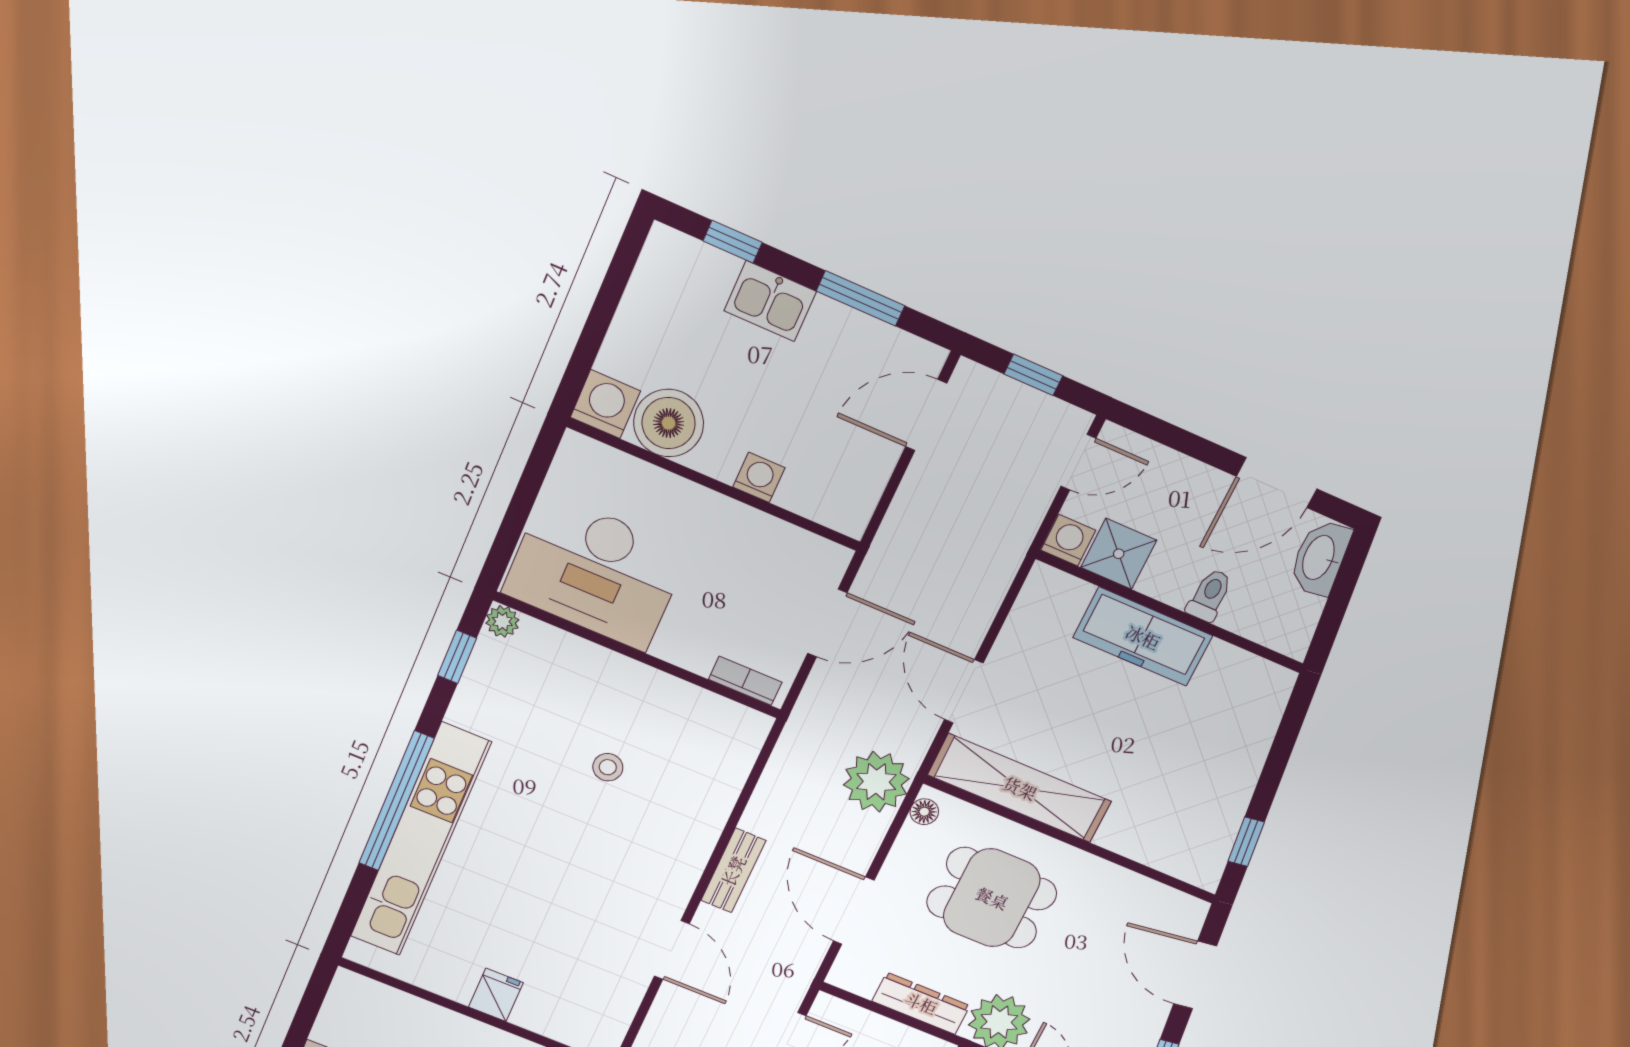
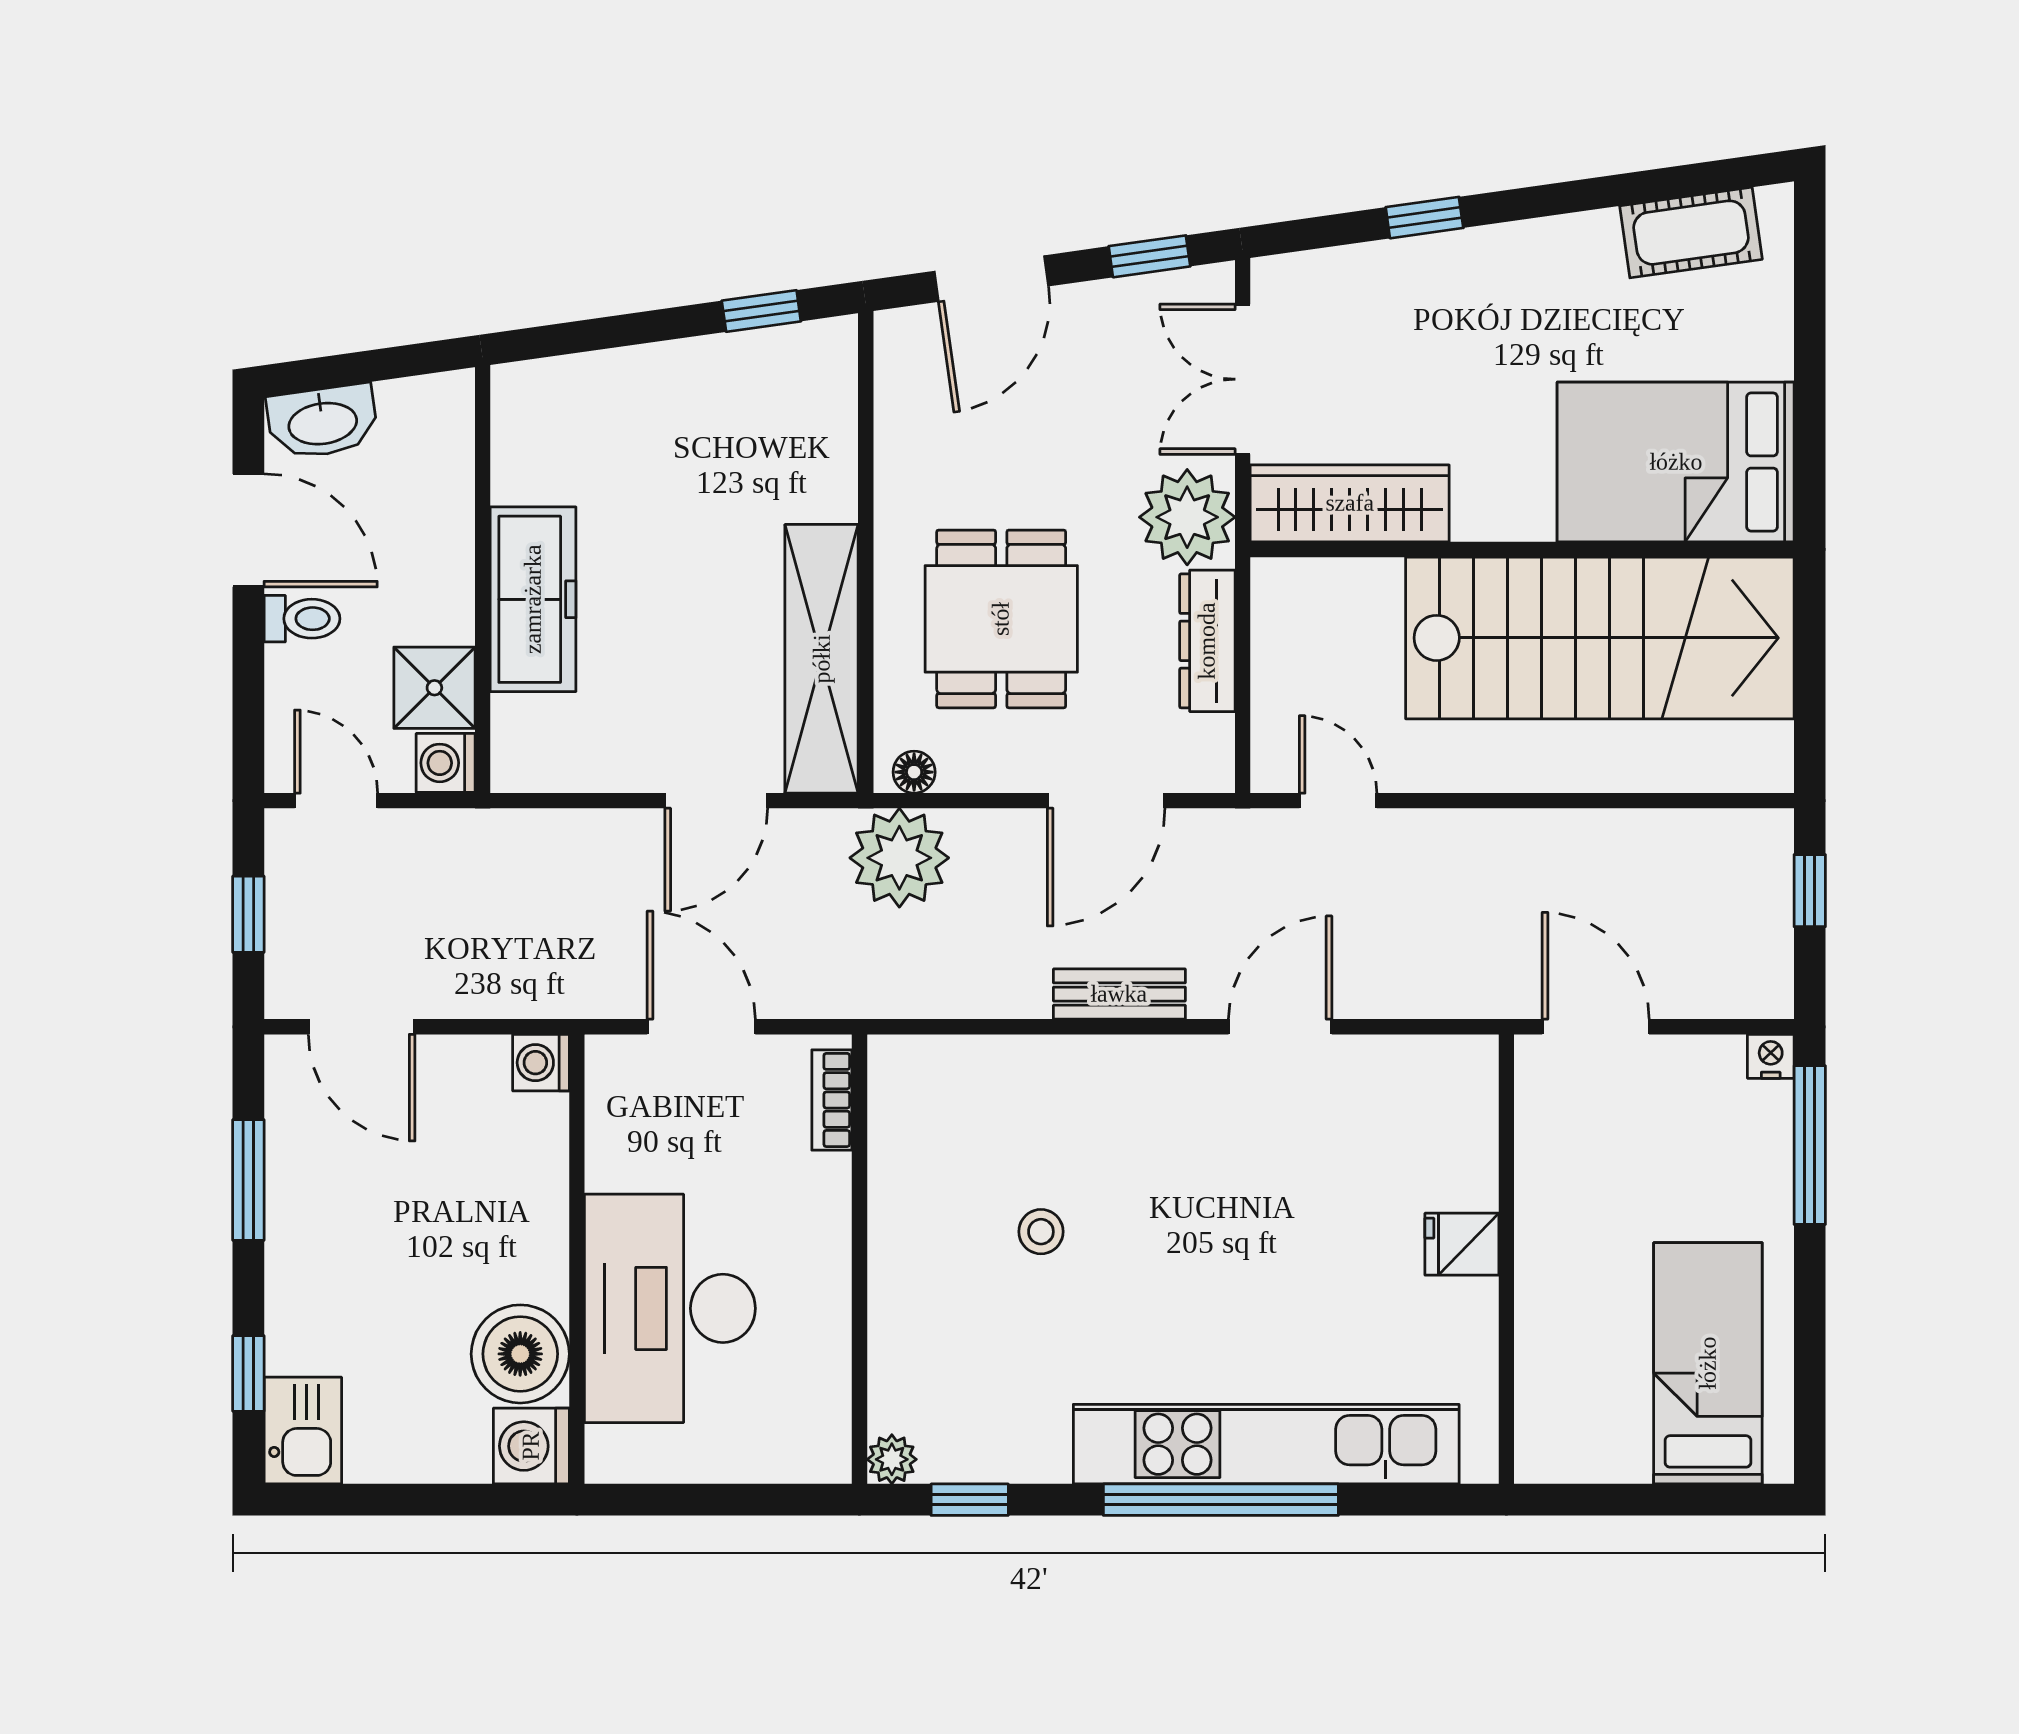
kitchen sink: (770, 301) -> (303, 1431), moved
washing machine: (759, 477) -> (541, 1063), moved
desk: (595, 572) -> (670, 1308), moved, turned 180
toilet: (1210, 595) -> (302, 619), moved, turned 180

